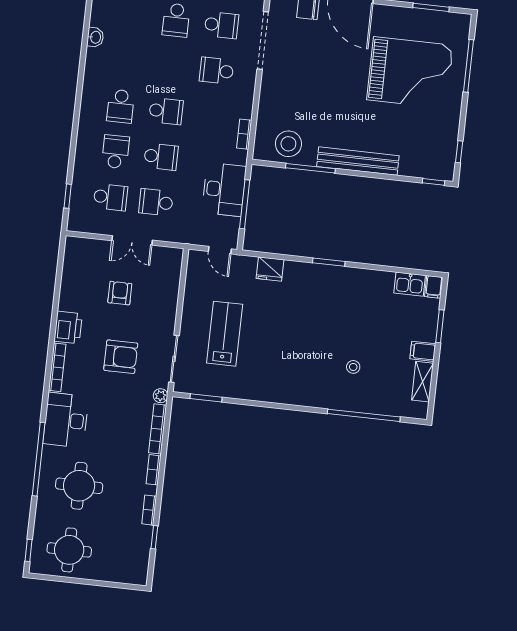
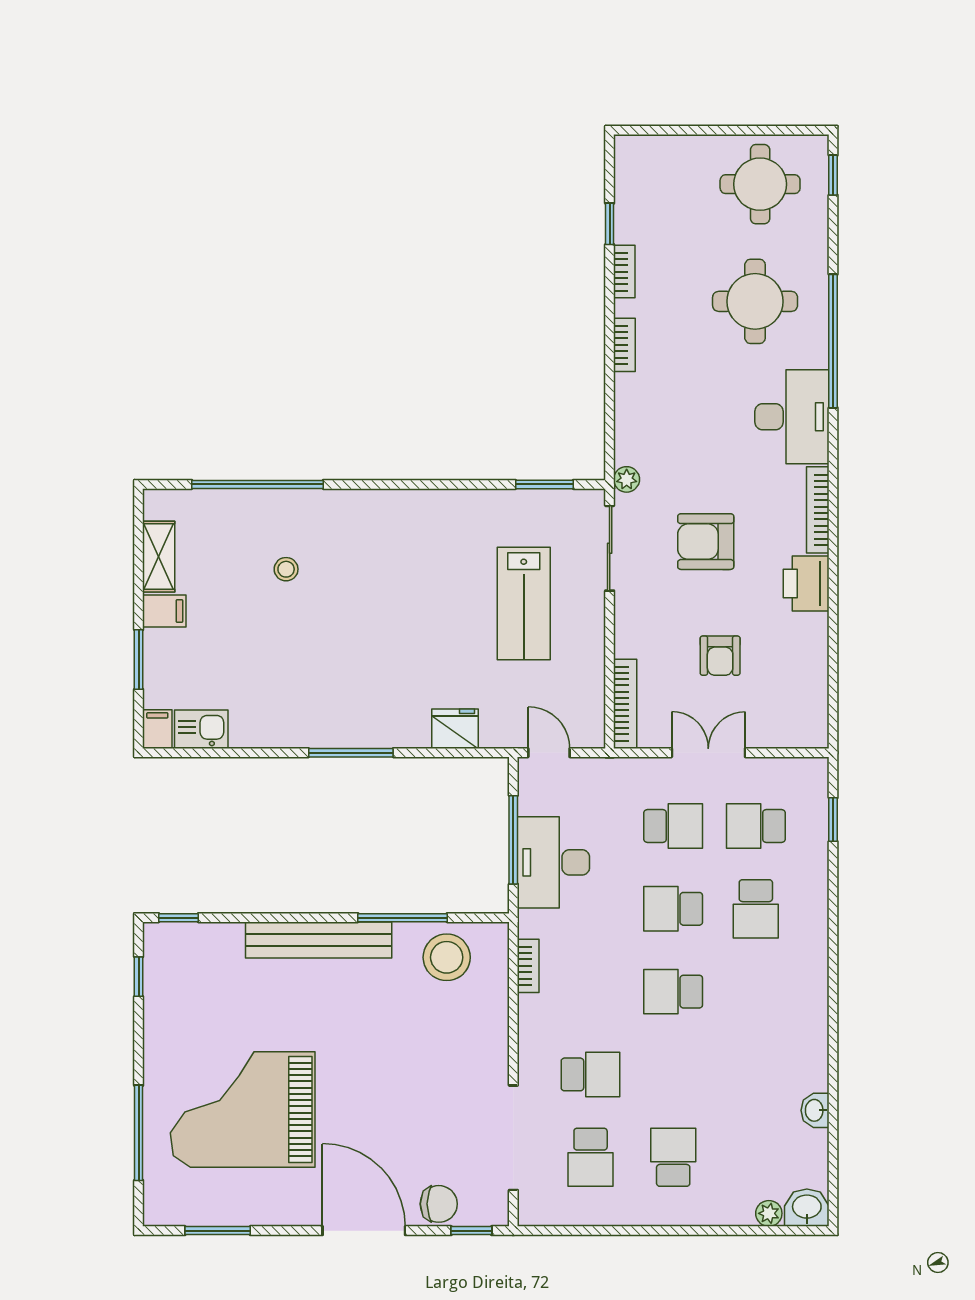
school desk: (221, 25) -> (591, 1157), turned -90
school desk: (121, 106) -> (756, 992), removed
window: (329, 262) -> (351, 753), width x1.44
bookcase: (158, 429) -> (625, 704), moved

